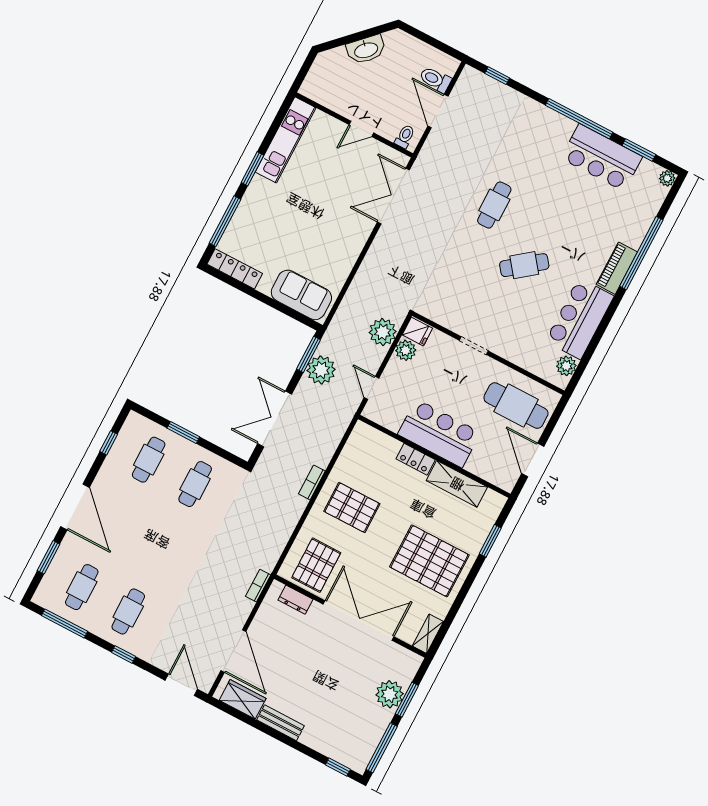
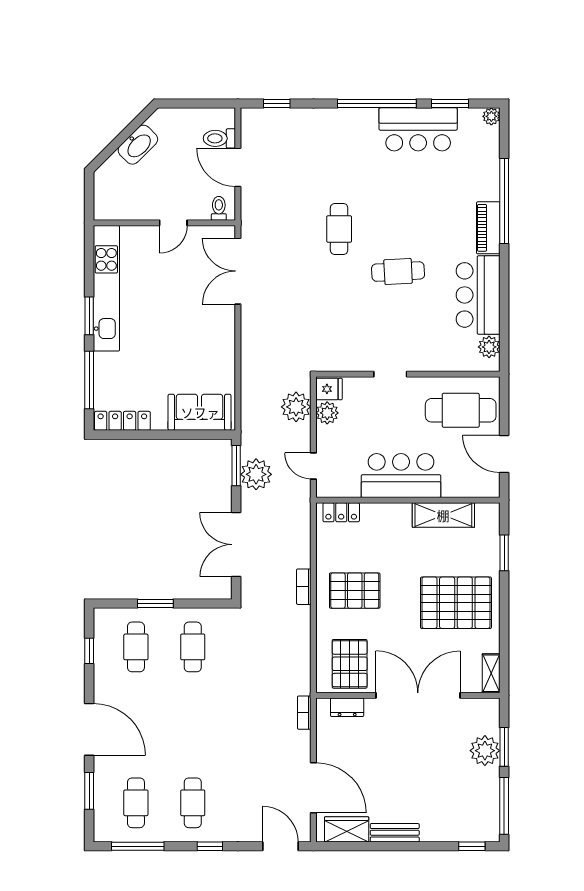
kitchen unit: (286, 140) -> (106, 288), width x1.36
cafe table: (524, 265) -> (398, 272), turned 35
locker: (416, 459) -> (341, 512), moved

